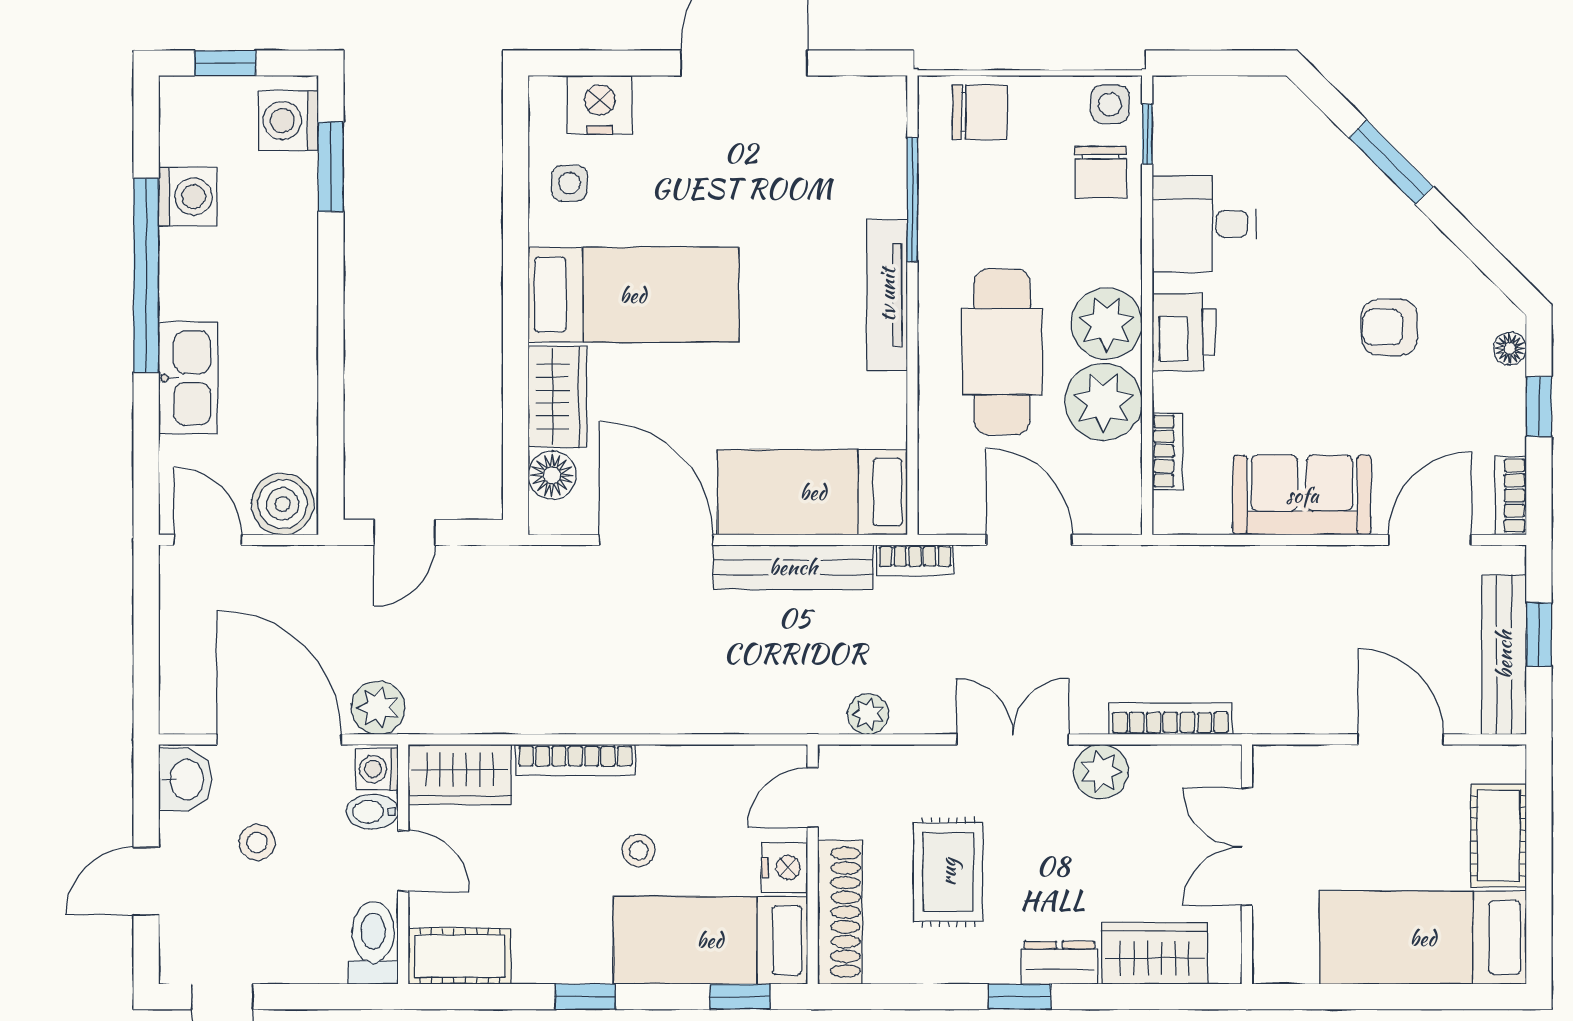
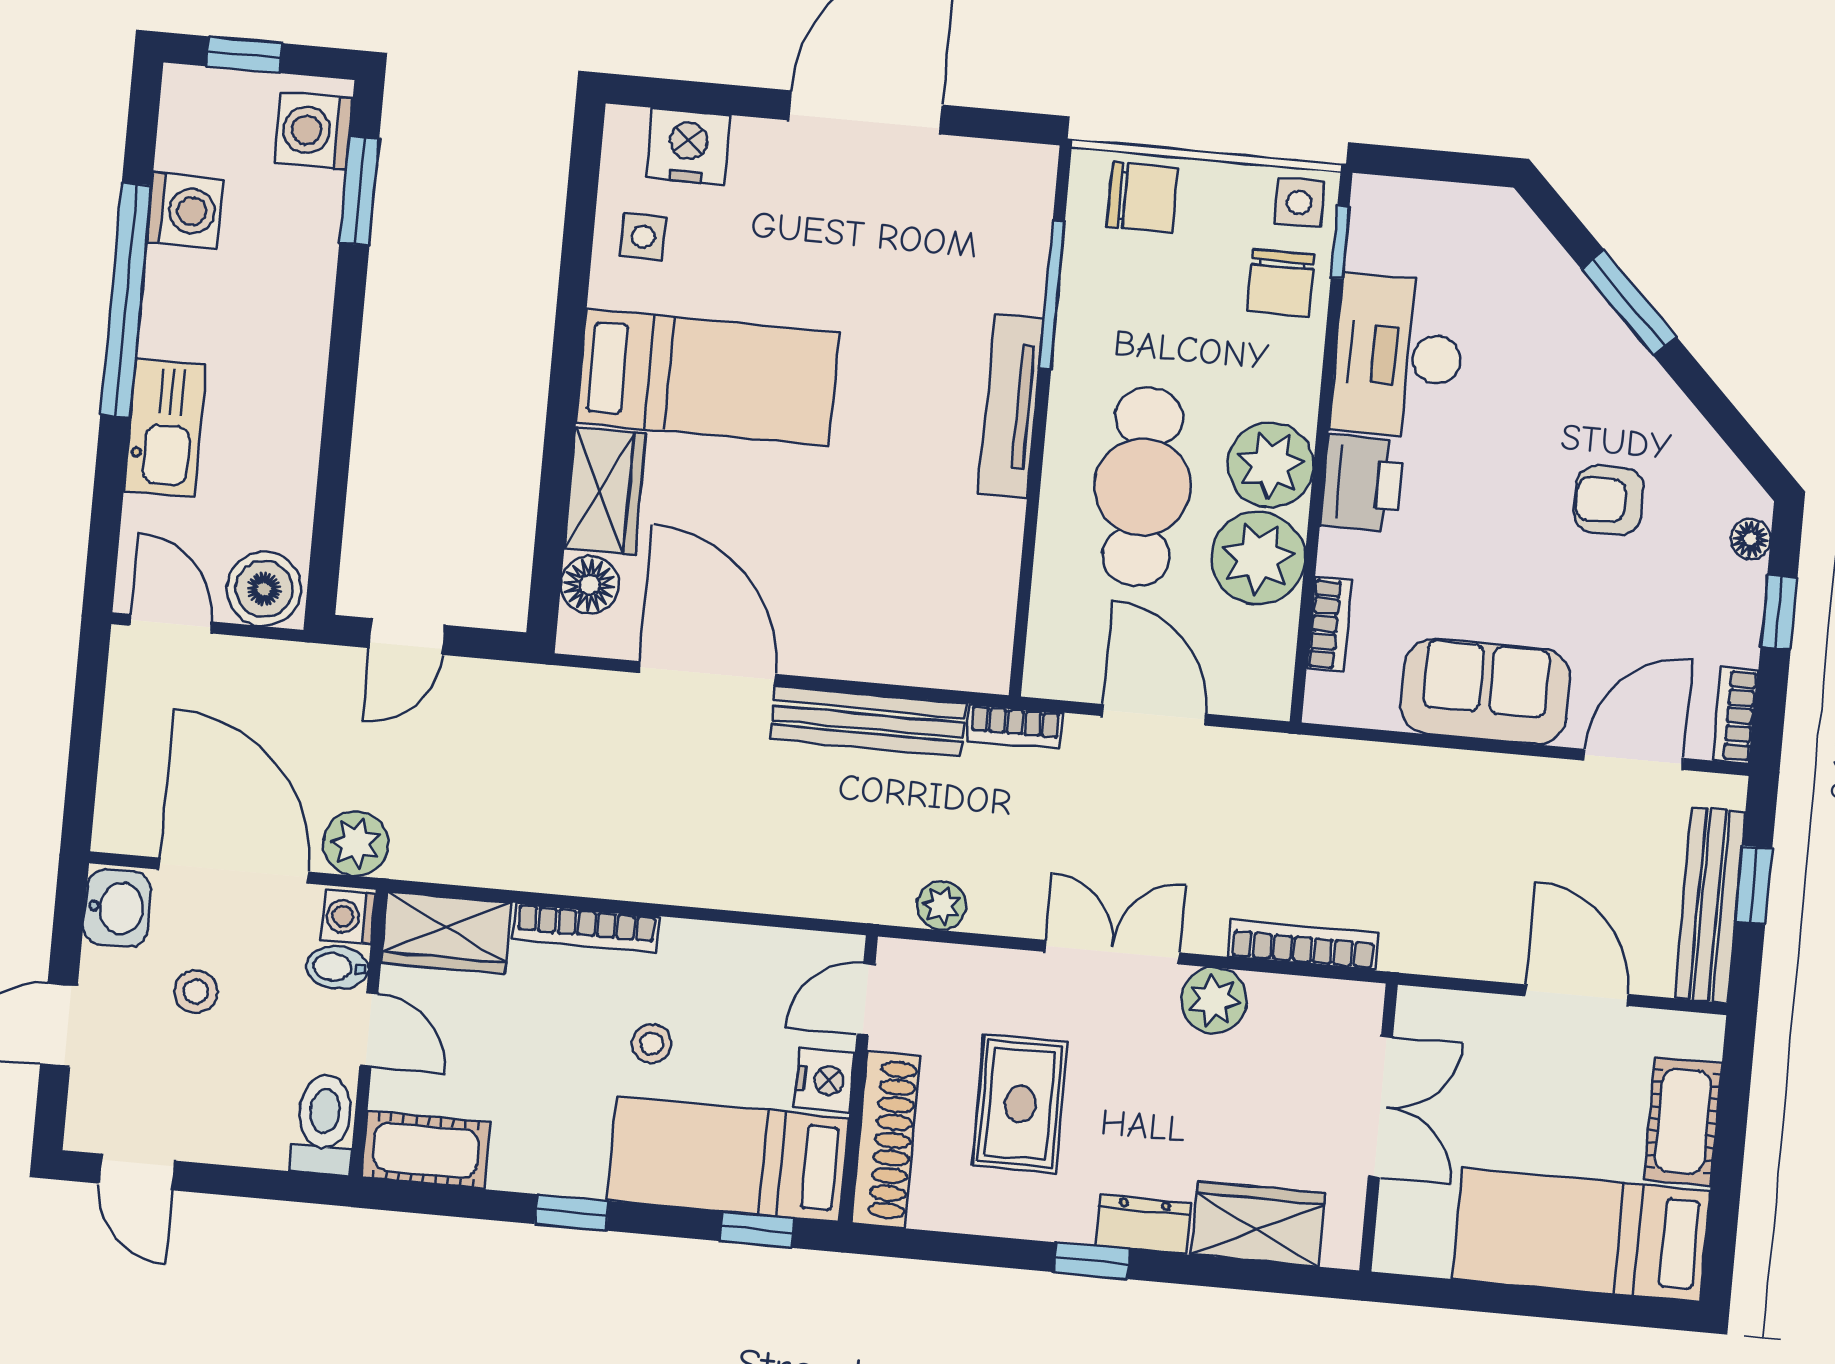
desk: (1204, 224) -> (1398, 356), width x1.37
bed: (813, 492) -> (900, 634), removed
double door: (1247, 847) -> (1380, 1107), swing flipped

